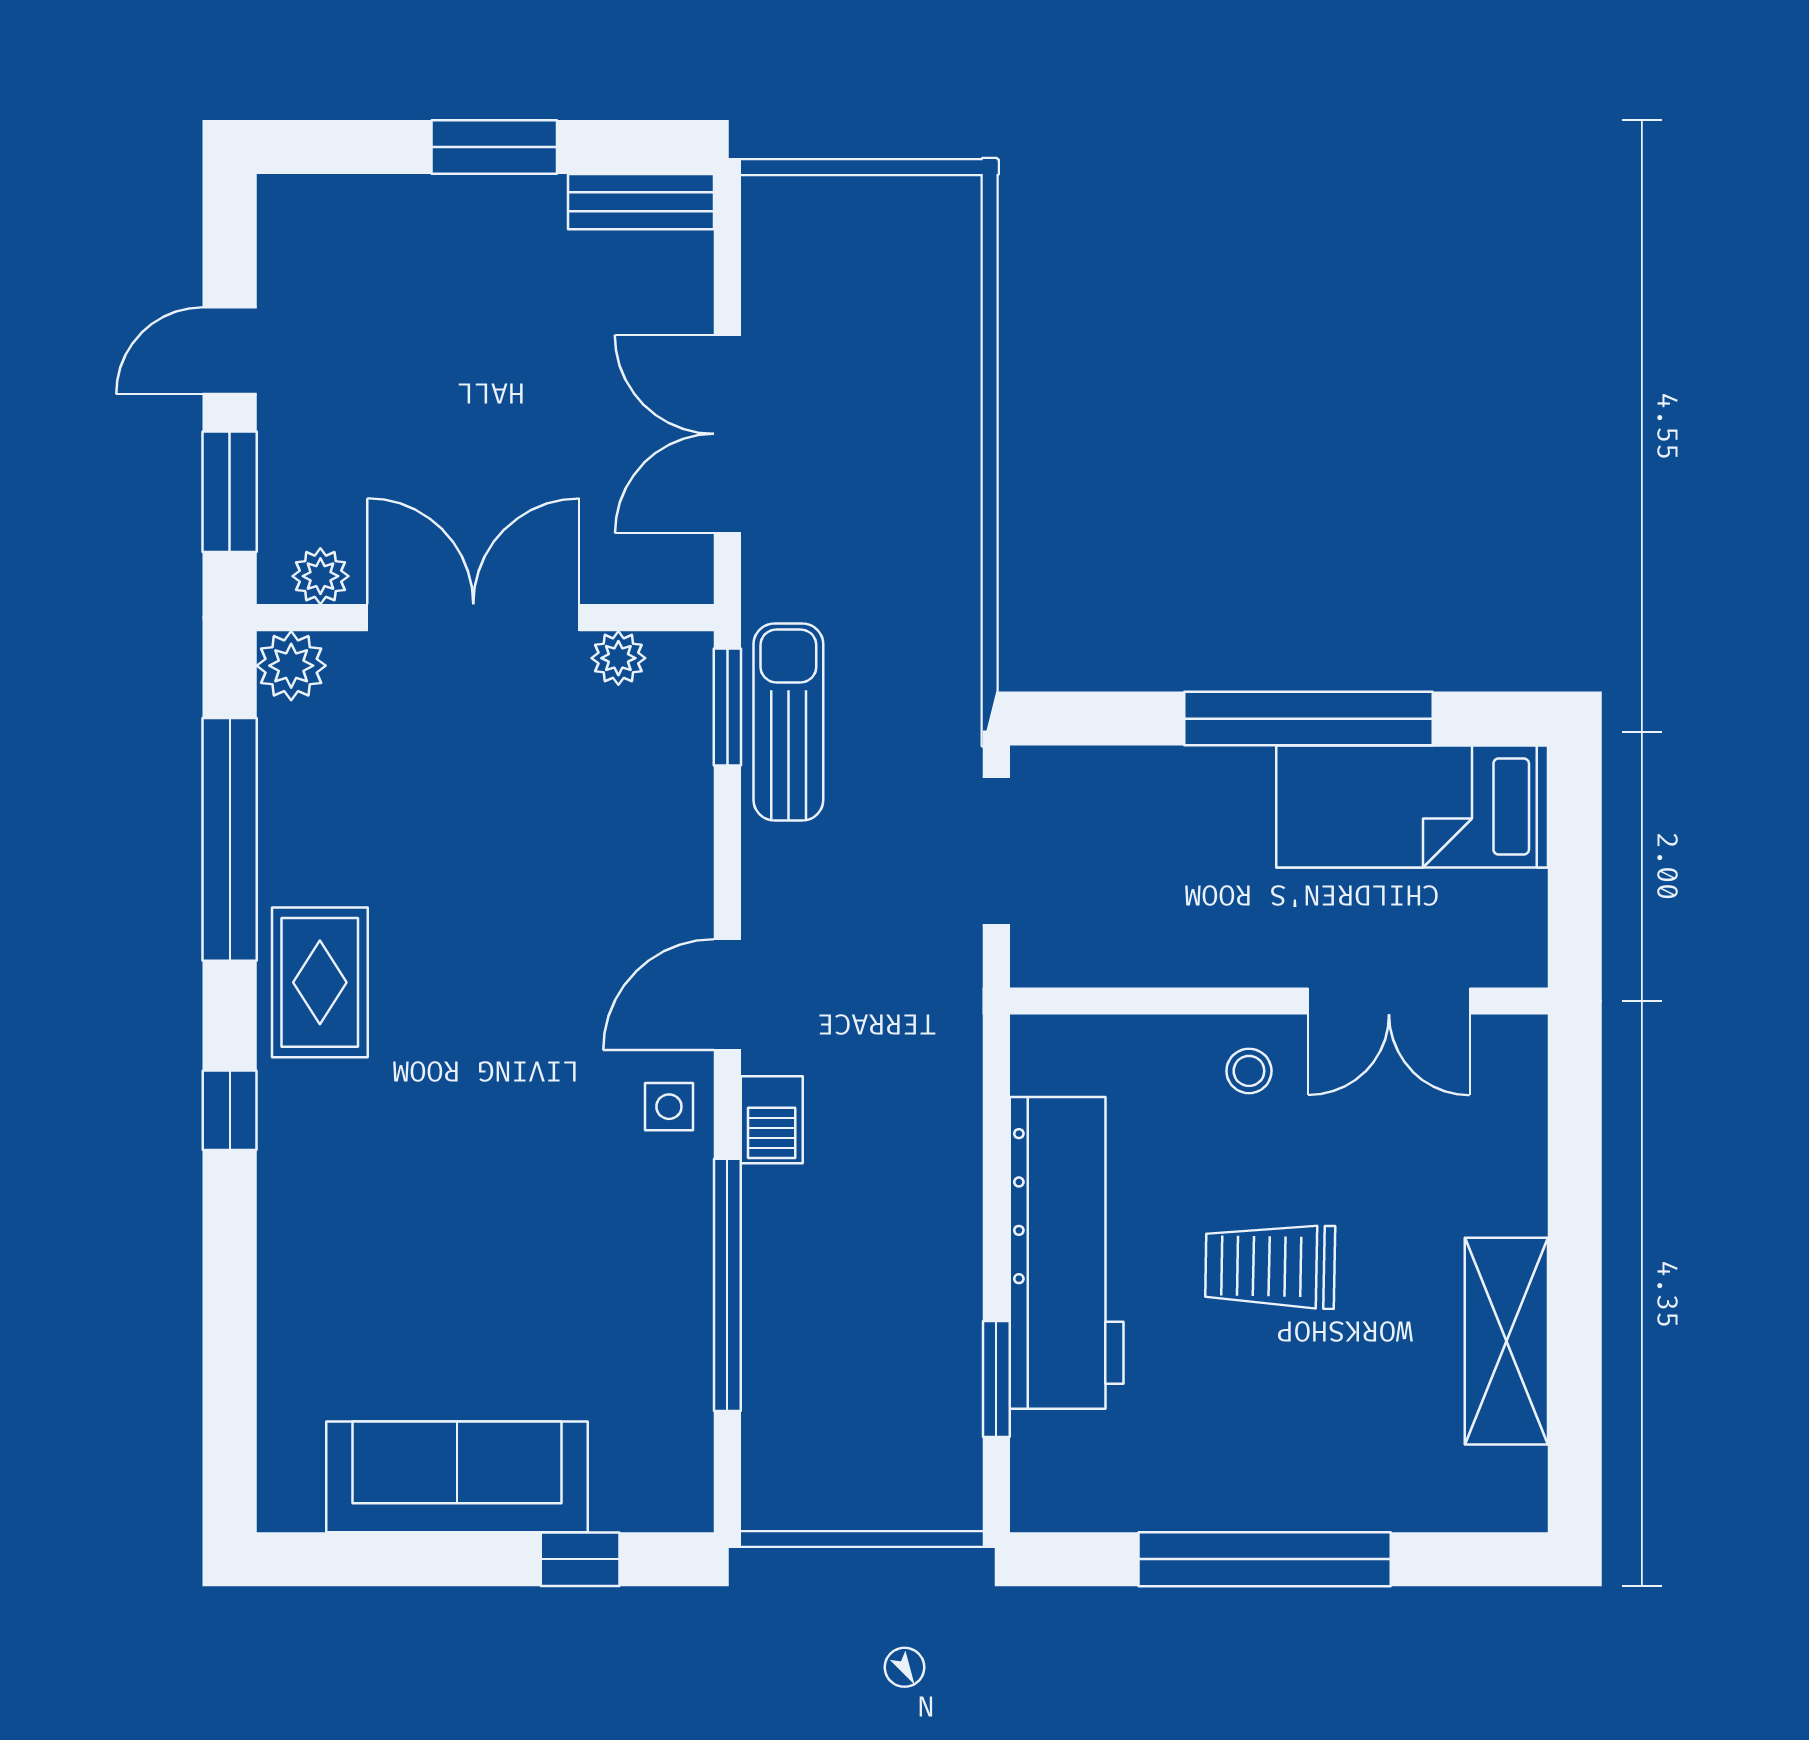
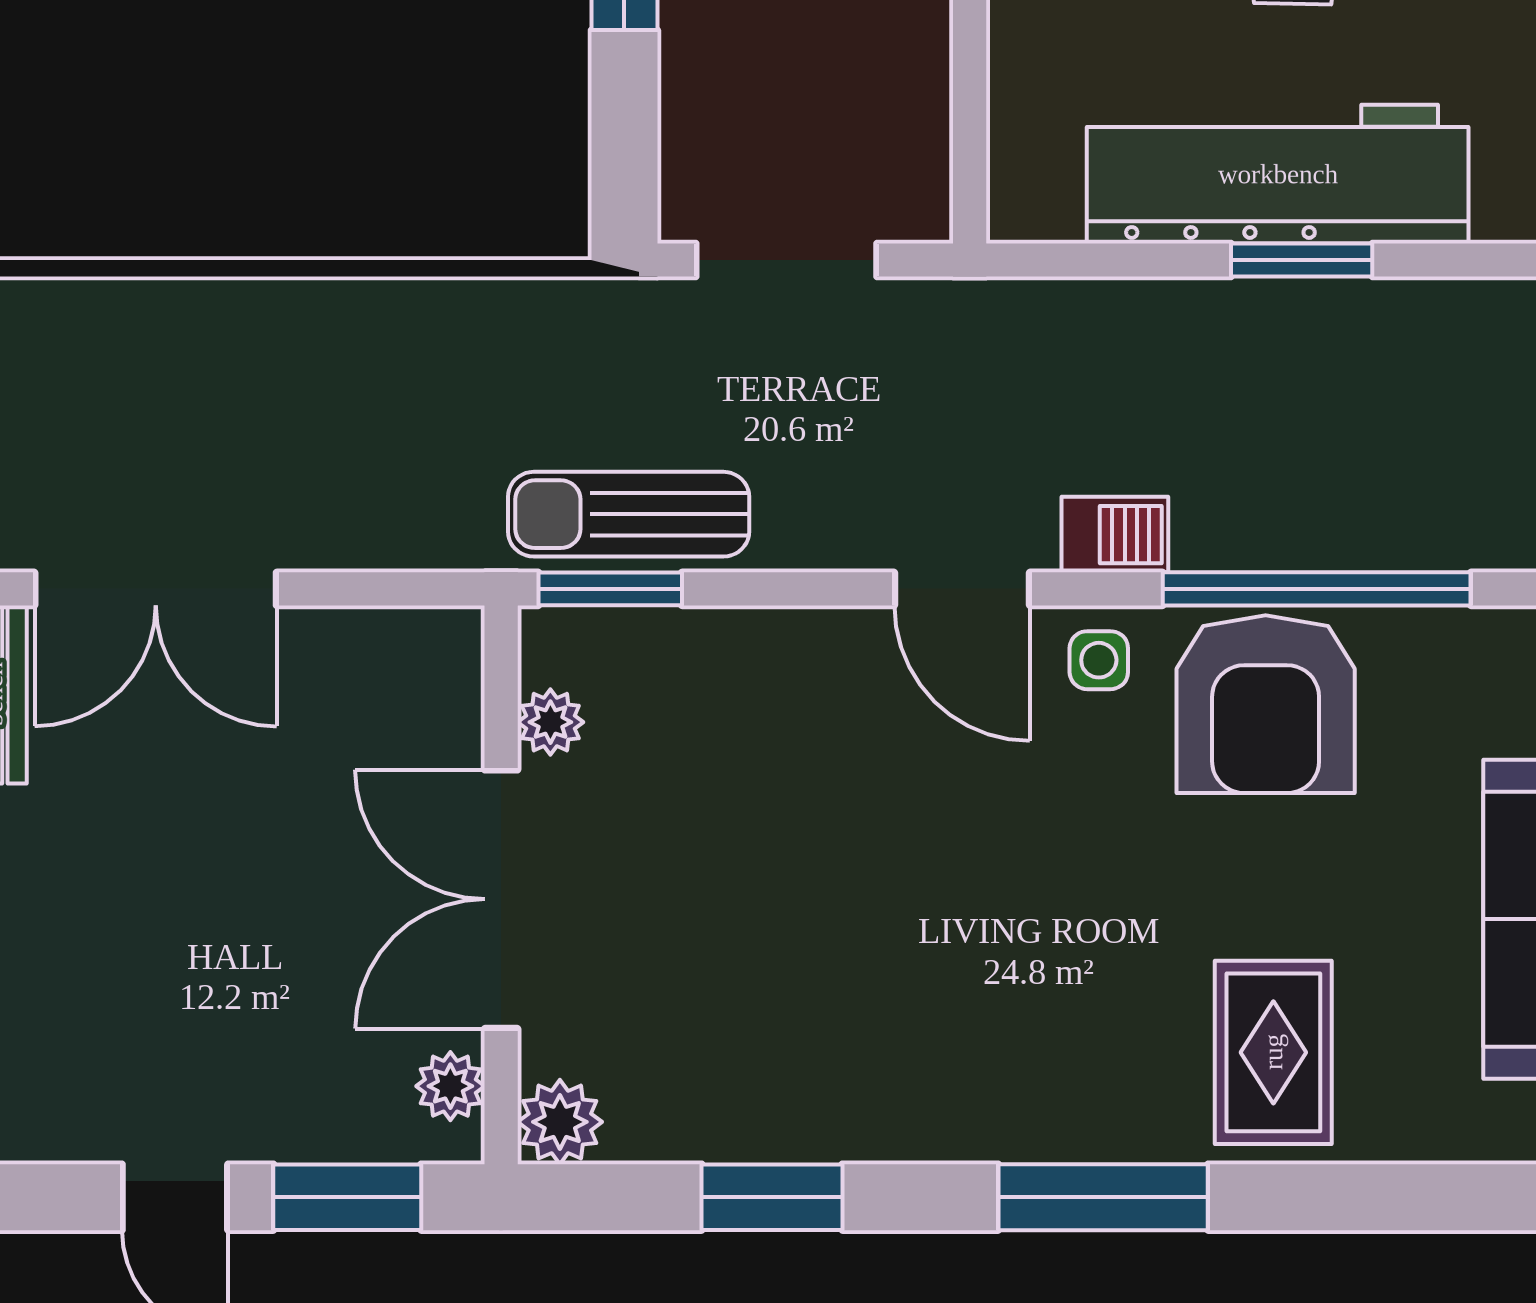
double door: (727, 434) -> (156, 589), moved
window: (230, 839) -> (772, 1197), width x0.47
rug: (320, 982) -> (1273, 1052), moved, turned 90
window: (230, 1110) -> (1103, 1197), width x2.17
armchair: (633, 1243) -> (1266, 704), added
window: (996, 1379) -> (1302, 260), moved

